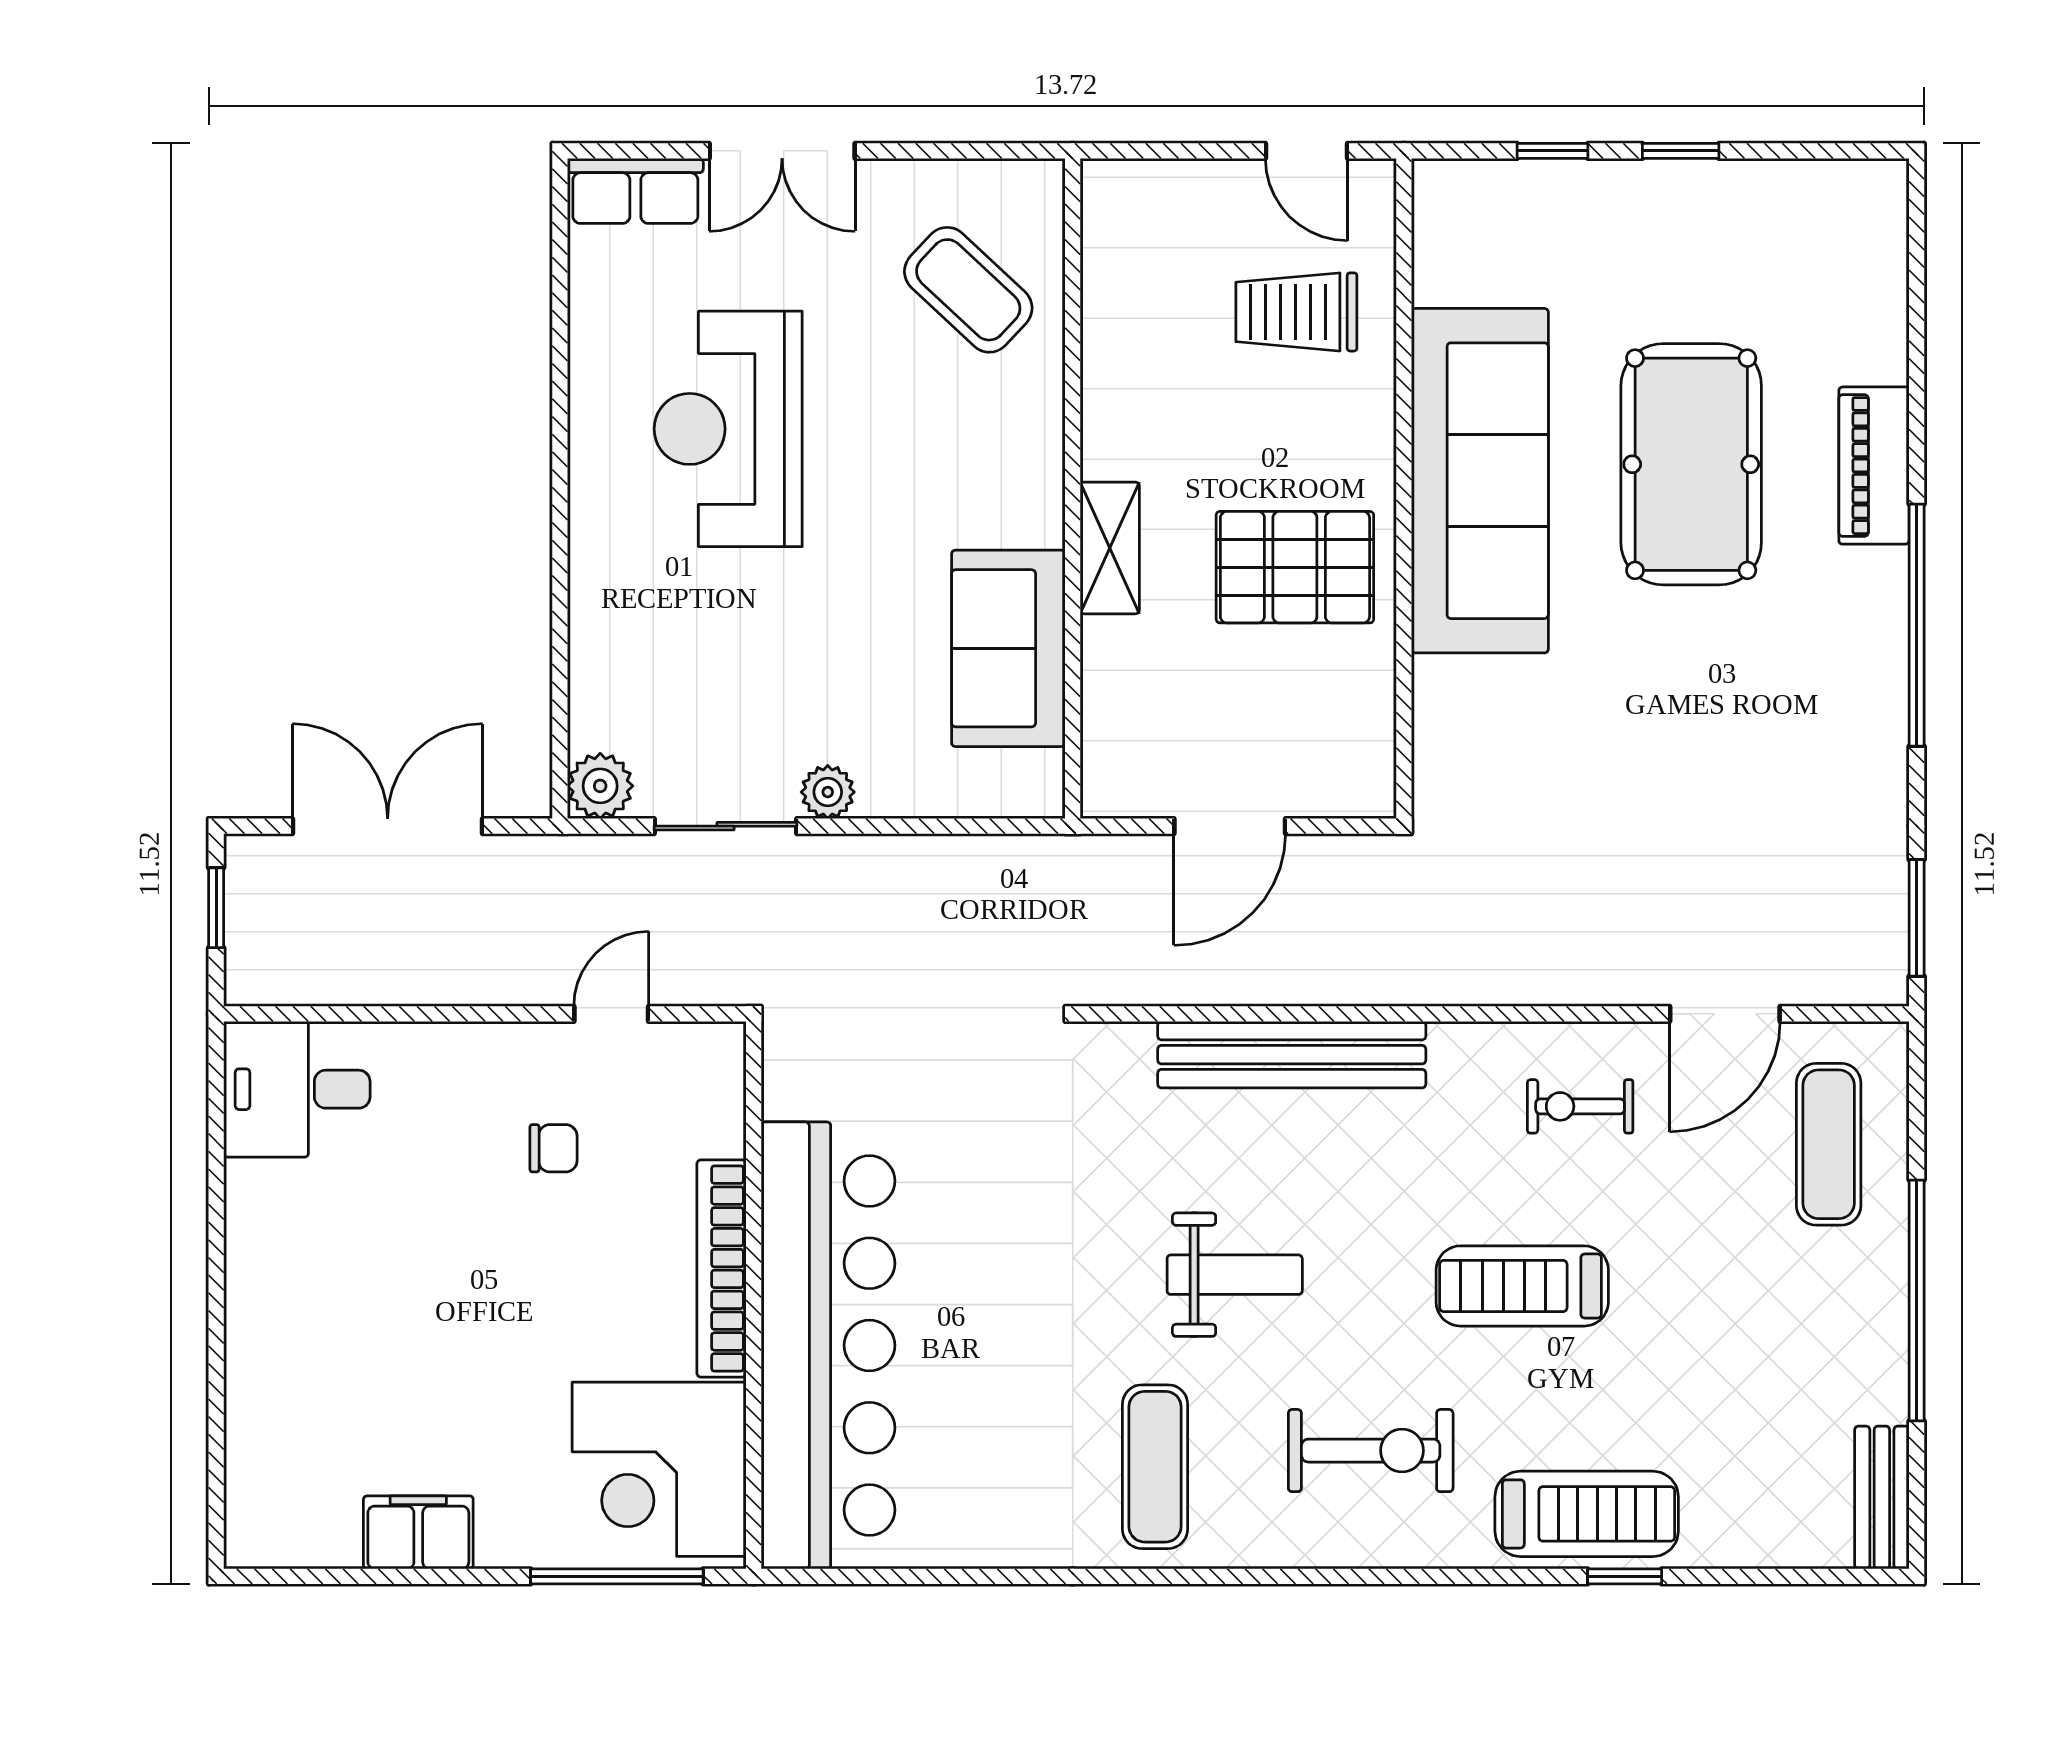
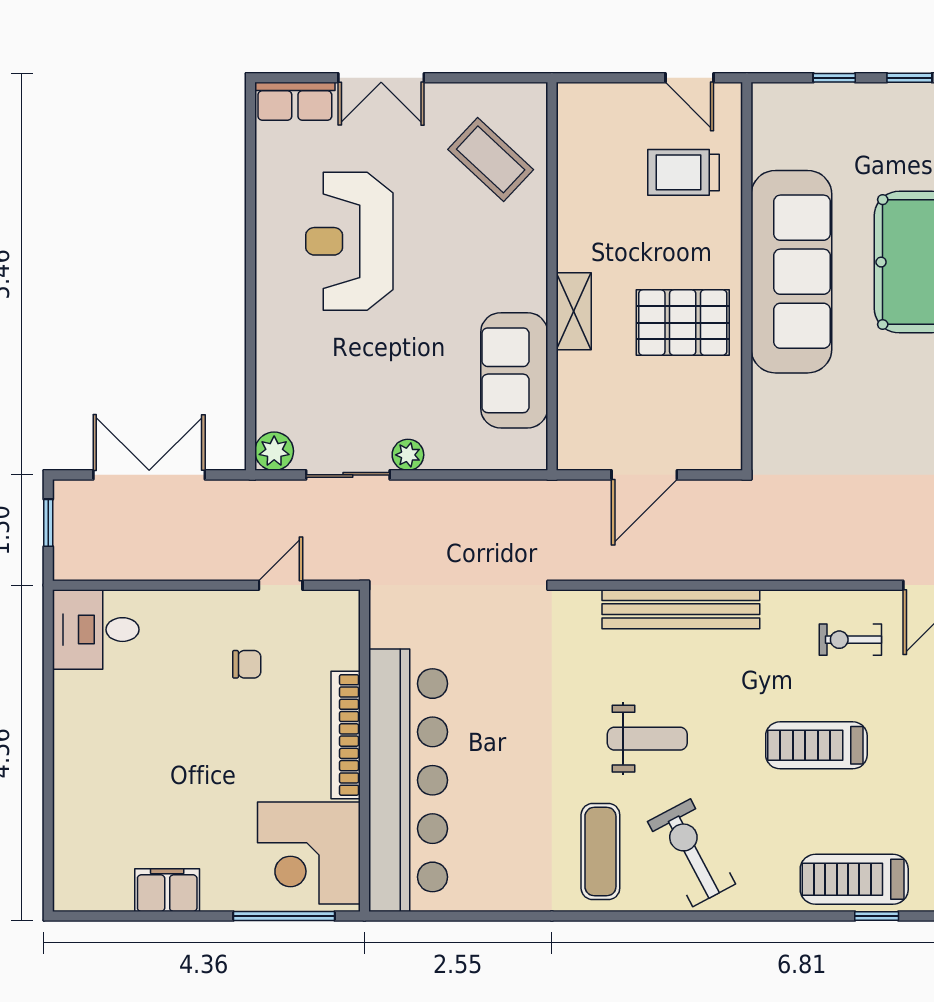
exercise bike: (1371, 1451) -> (692, 853), moved, turned -118
treadmill: (1587, 1514) -> (854, 879), turned 180

